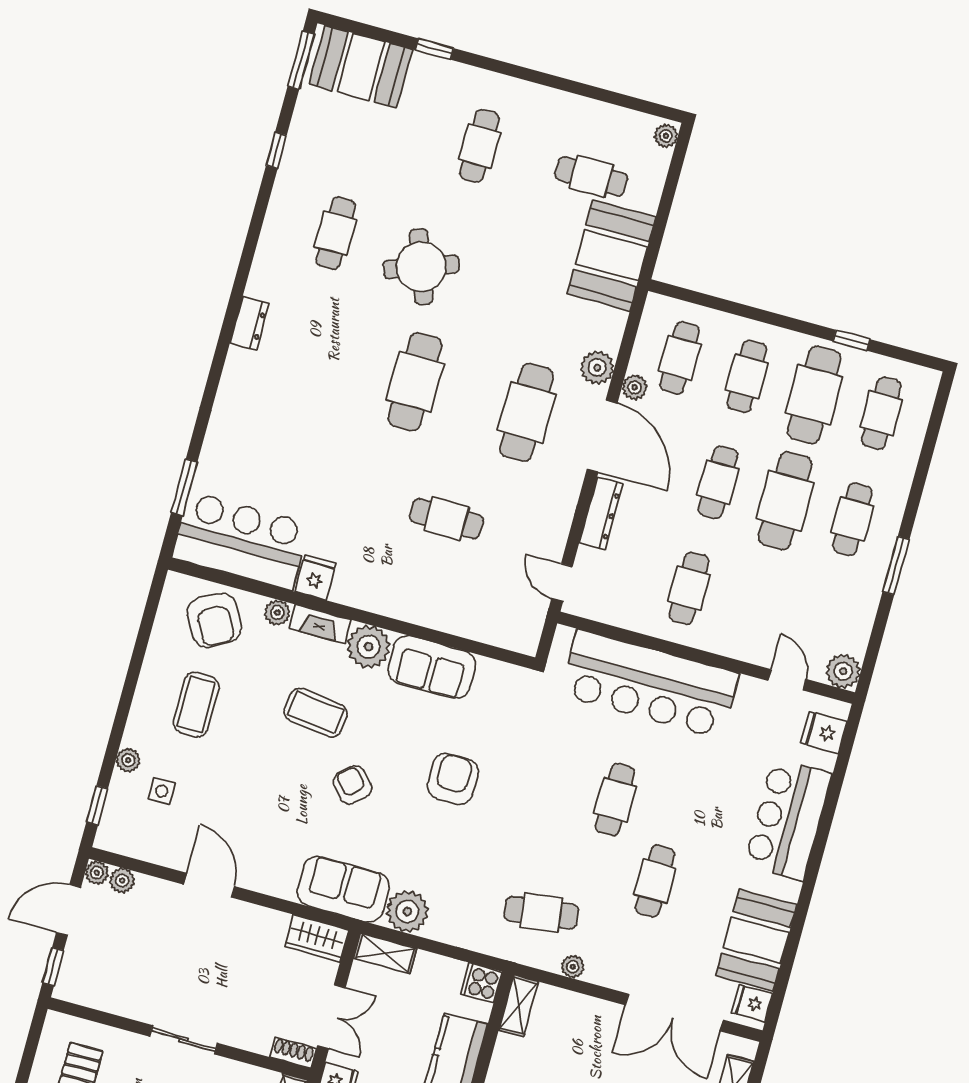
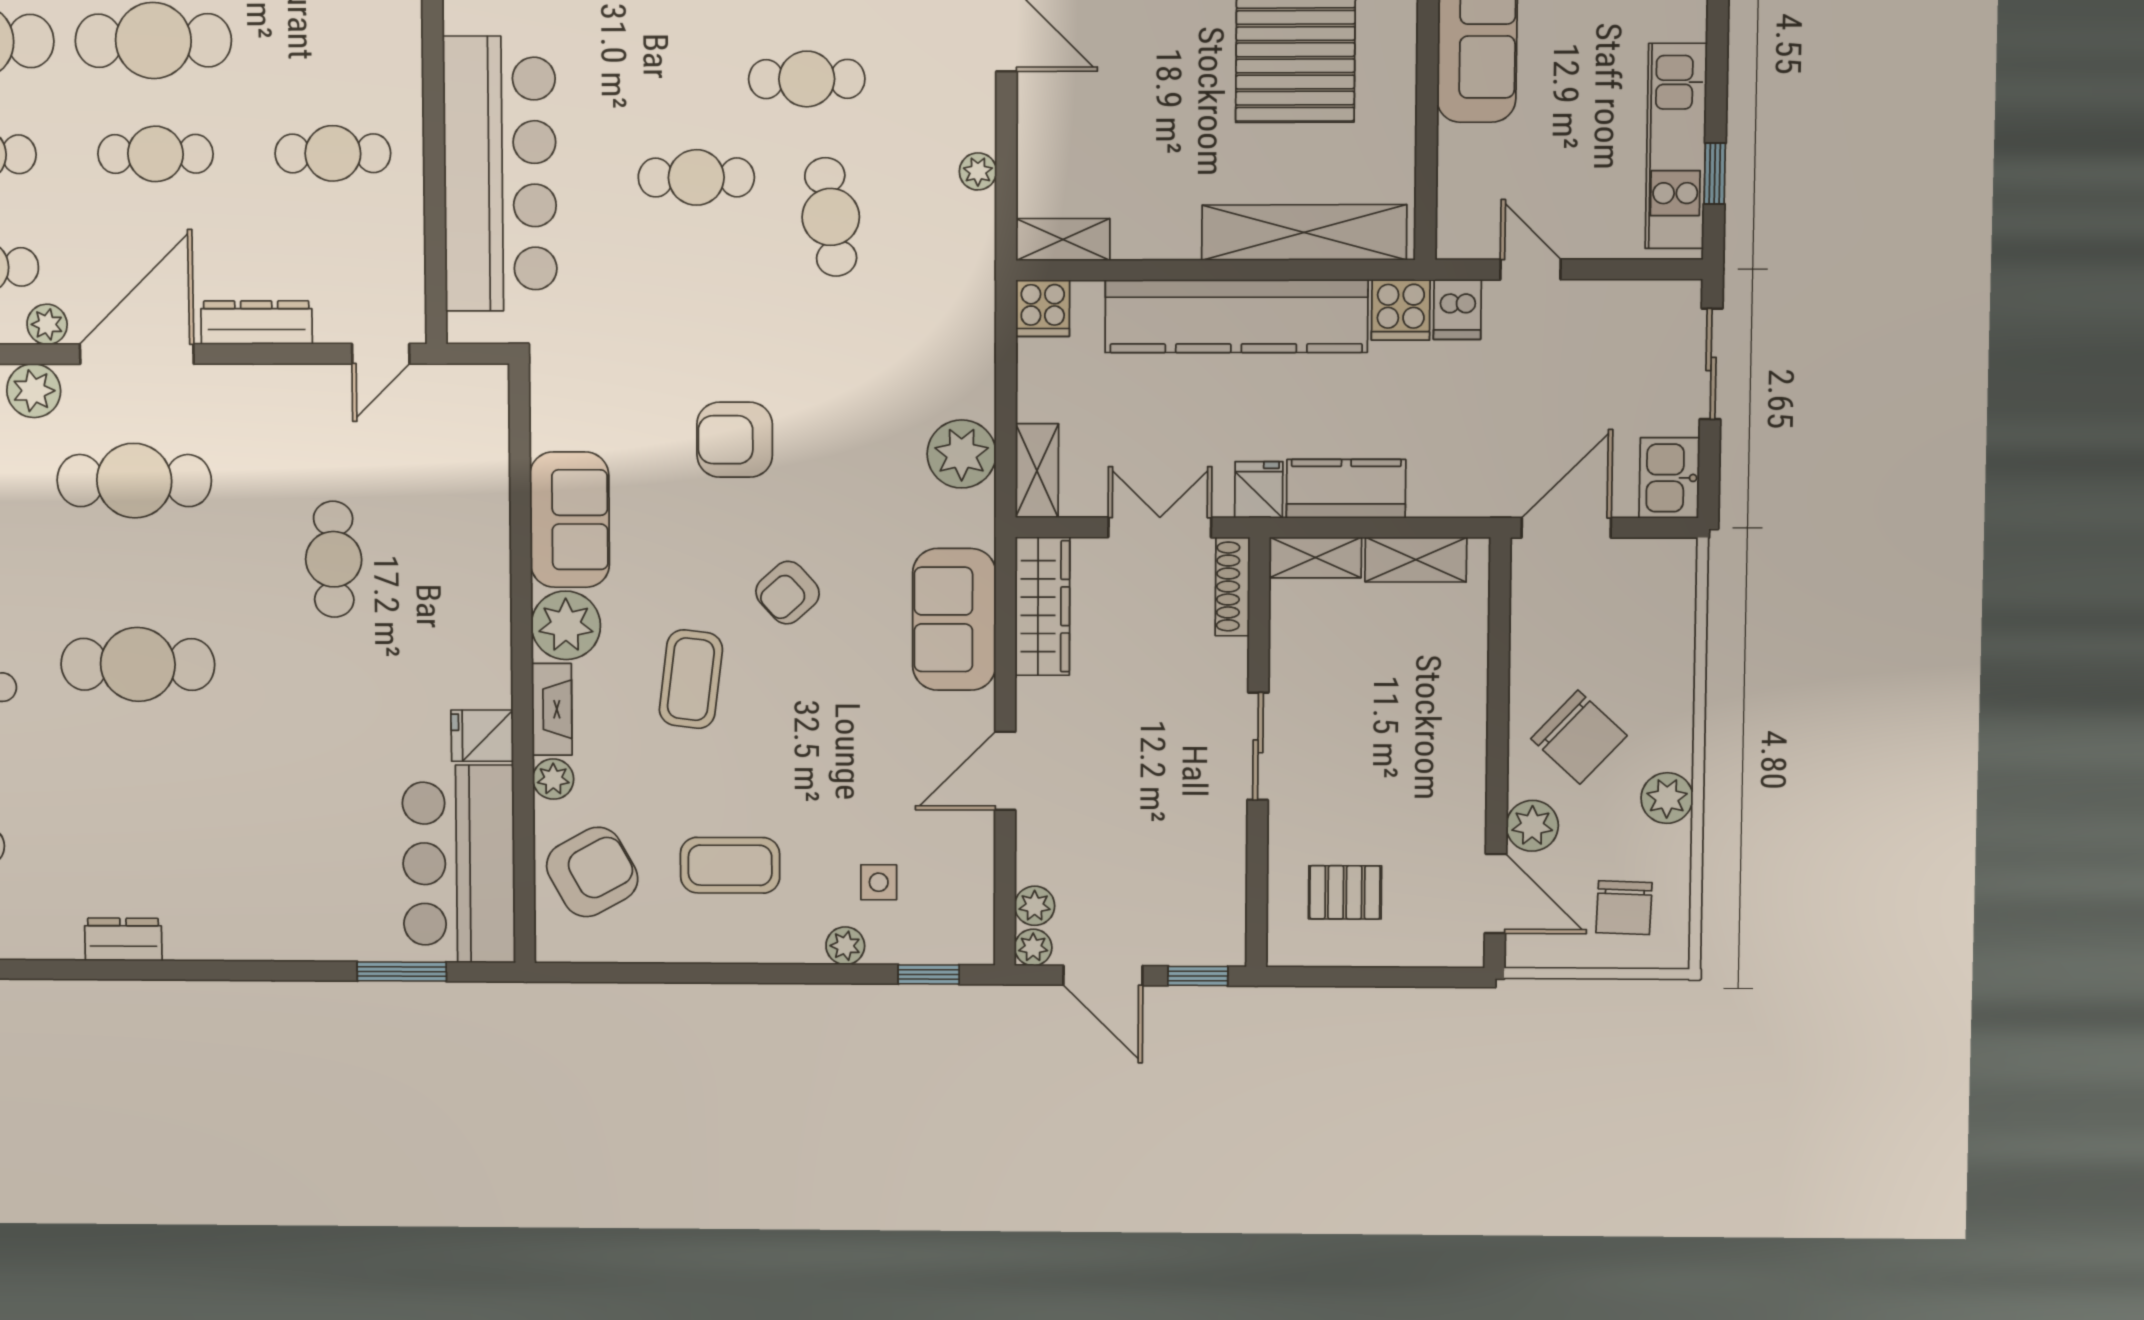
sofa: (343, 889) -> (954, 619), moved
cafe table: (541, 913) -> (831, 217), moved
wardrobe: (317, 938) -> (1042, 606), width x1.50
shoe rack: (293, 1053) -> (1233, 586), width x1.43

